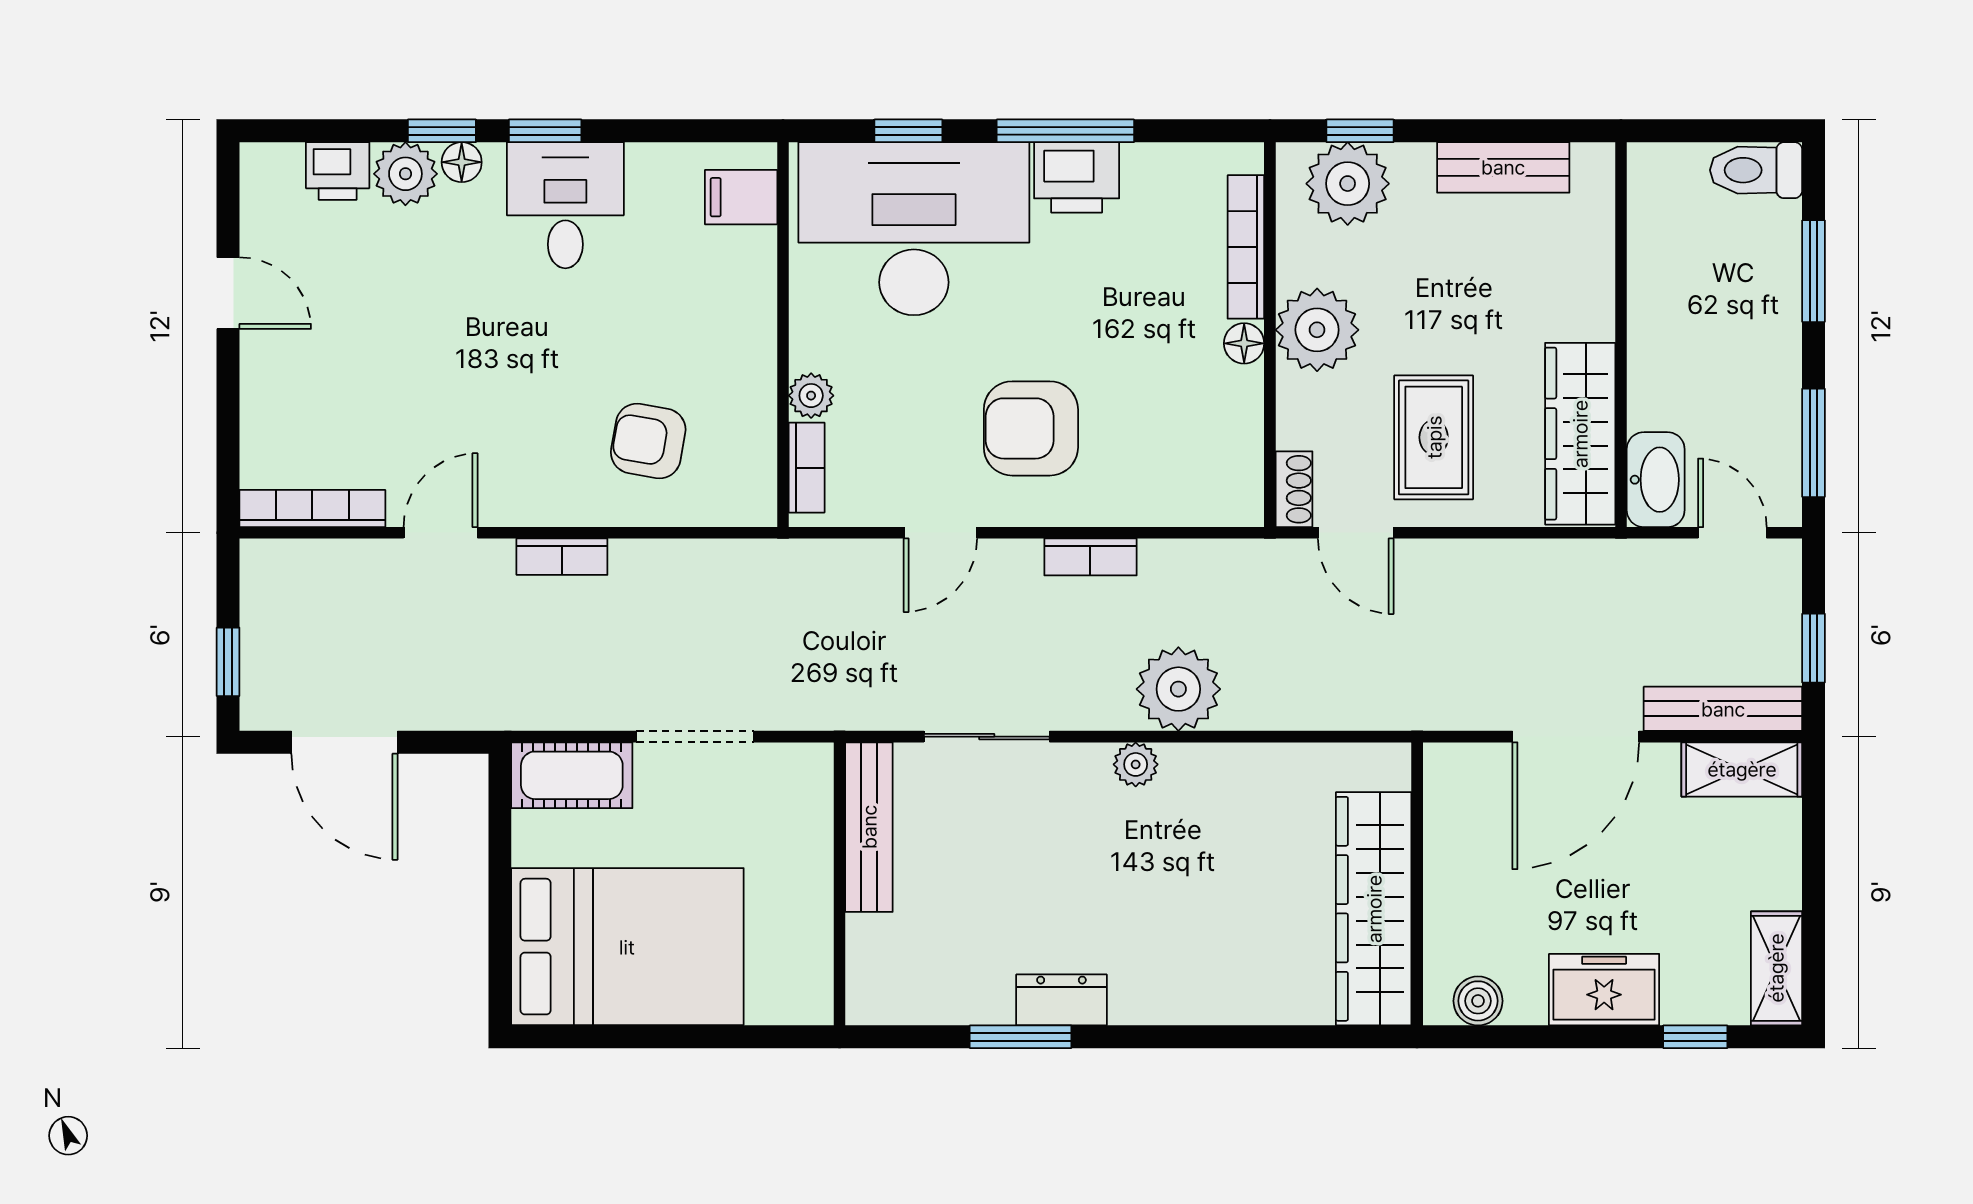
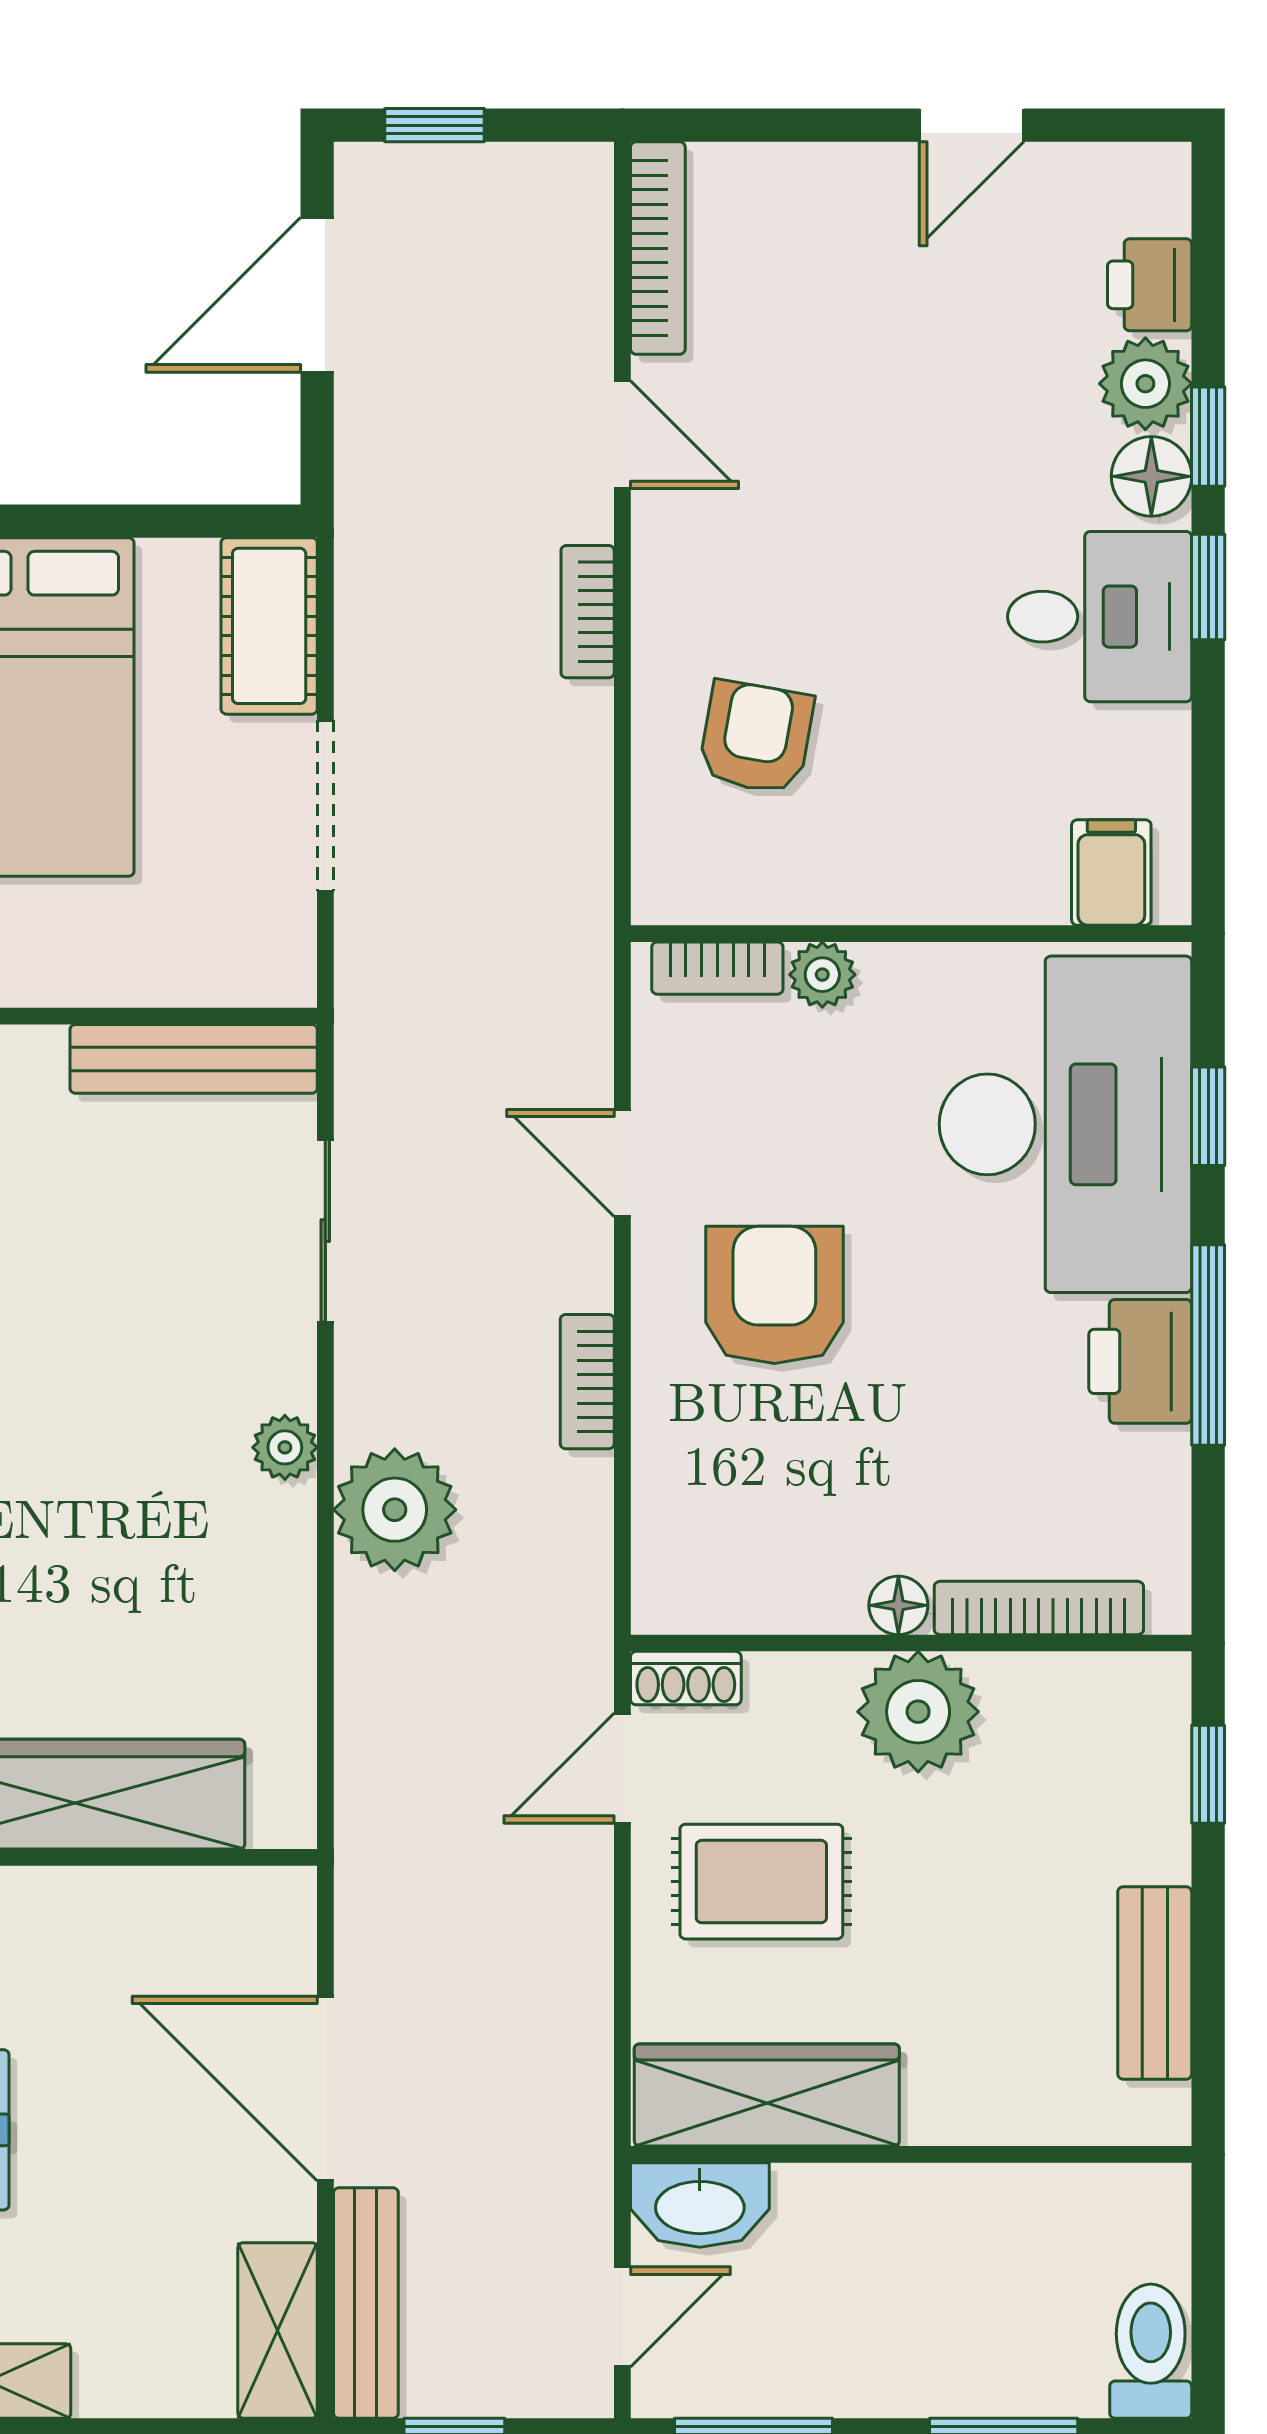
floor lamp: (462, 162) -> (1151, 476), width x1.37, depth x1.37
plant: (1348, 184) -> (1131, 1756), removed

